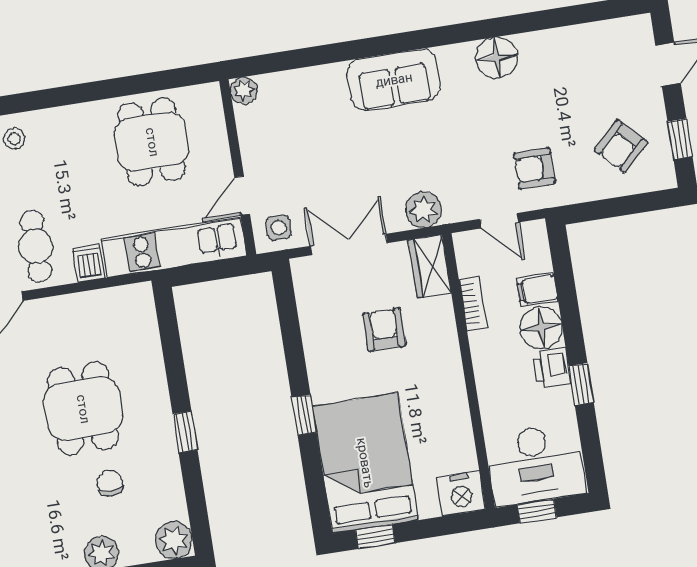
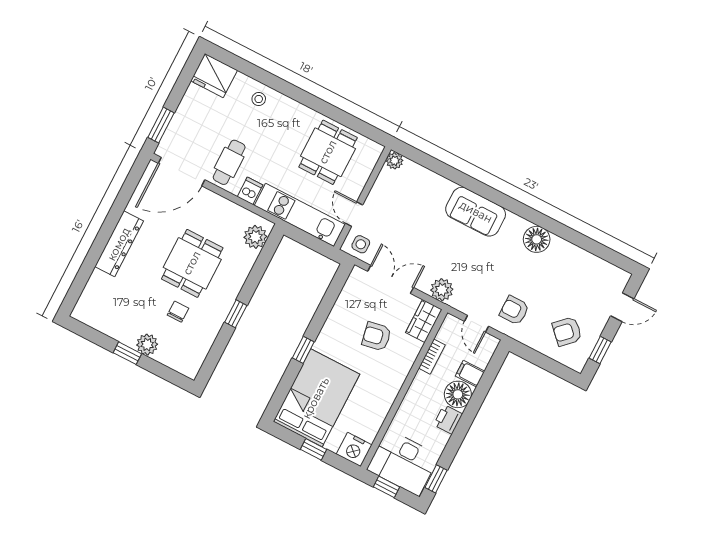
door: (242, 196) -> (354, 214), hinge flipped
armchair: (384, 330) -> (377, 336), turned -101
window: (581, 384) -> (436, 479), moved
window: (375, 537) -> (314, 449), moved
plant: (174, 540) -> (255, 237), moved

